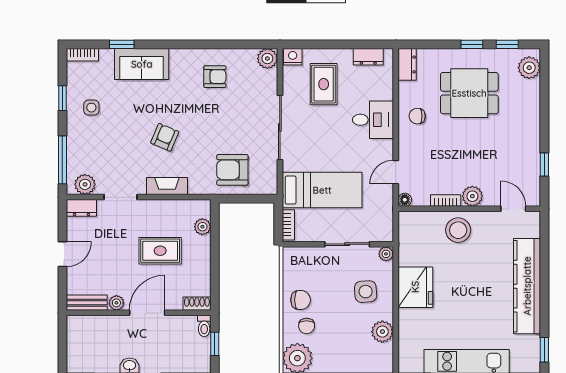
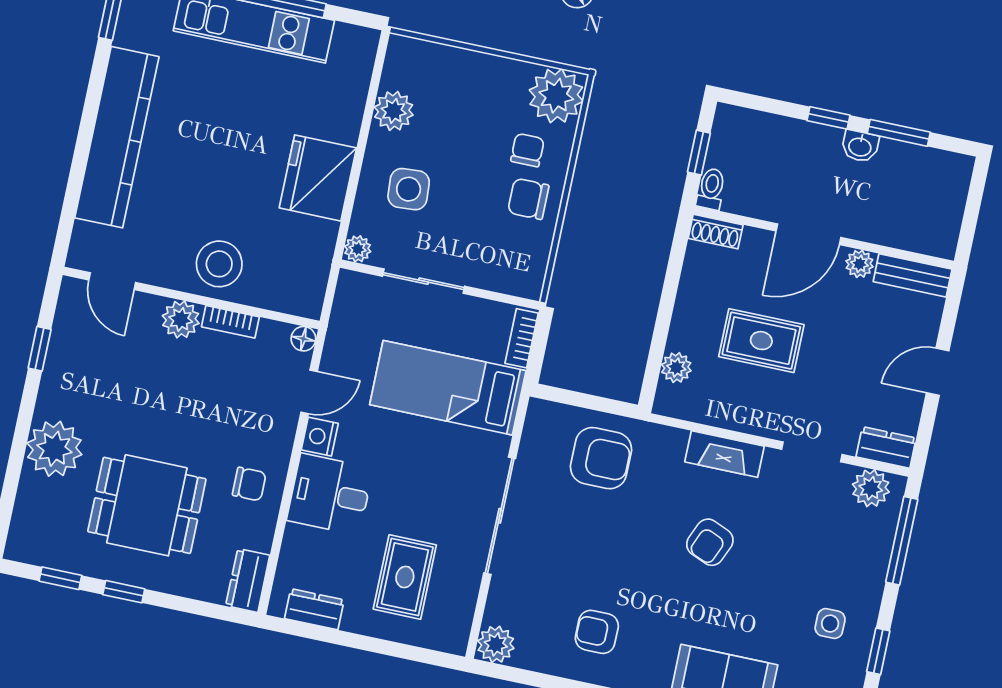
nightstand: (293, 57) -> (320, 437), moved, turned 90
plant: (529, 68) -> (54, 449), moved, width x1.36, depth x1.36

